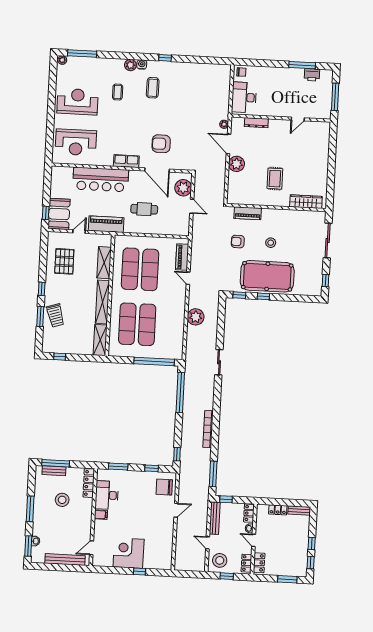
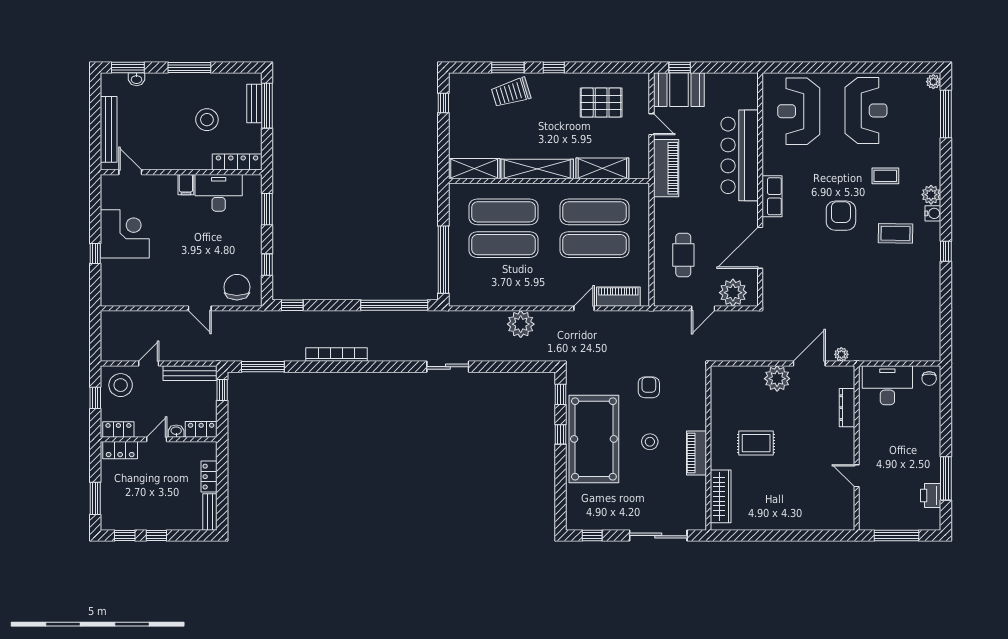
armchair: (161, 144) -> (841, 216), moved
cafe table: (144, 209) -> (683, 255), moved
piano: (248, 213) -> (696, 453), moved

